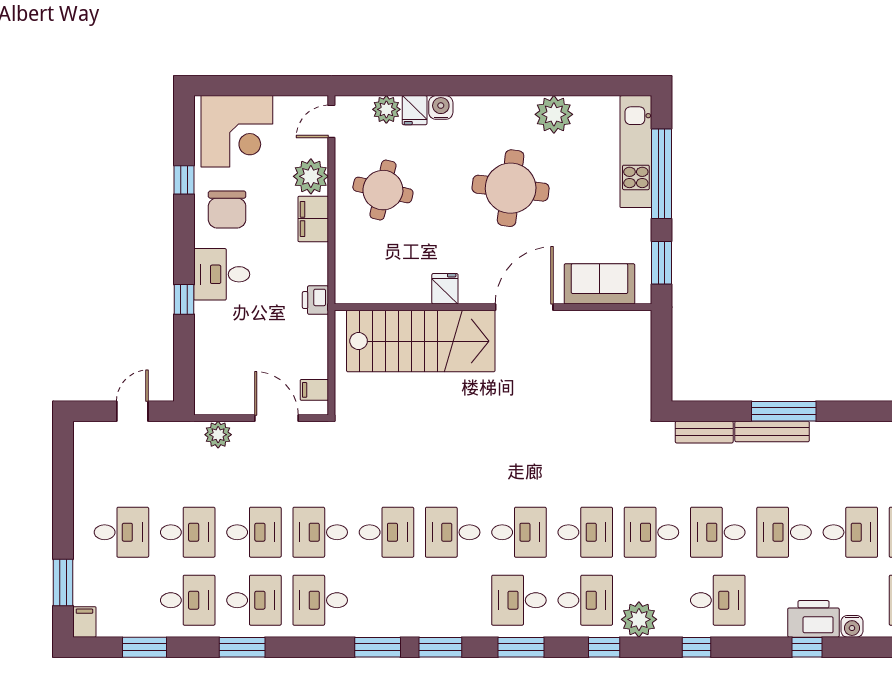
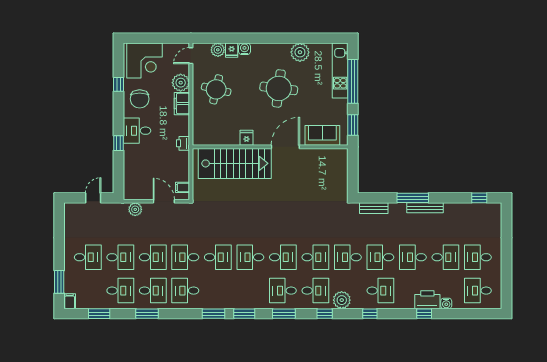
bench: (772, 432) -> (425, 208), moved

